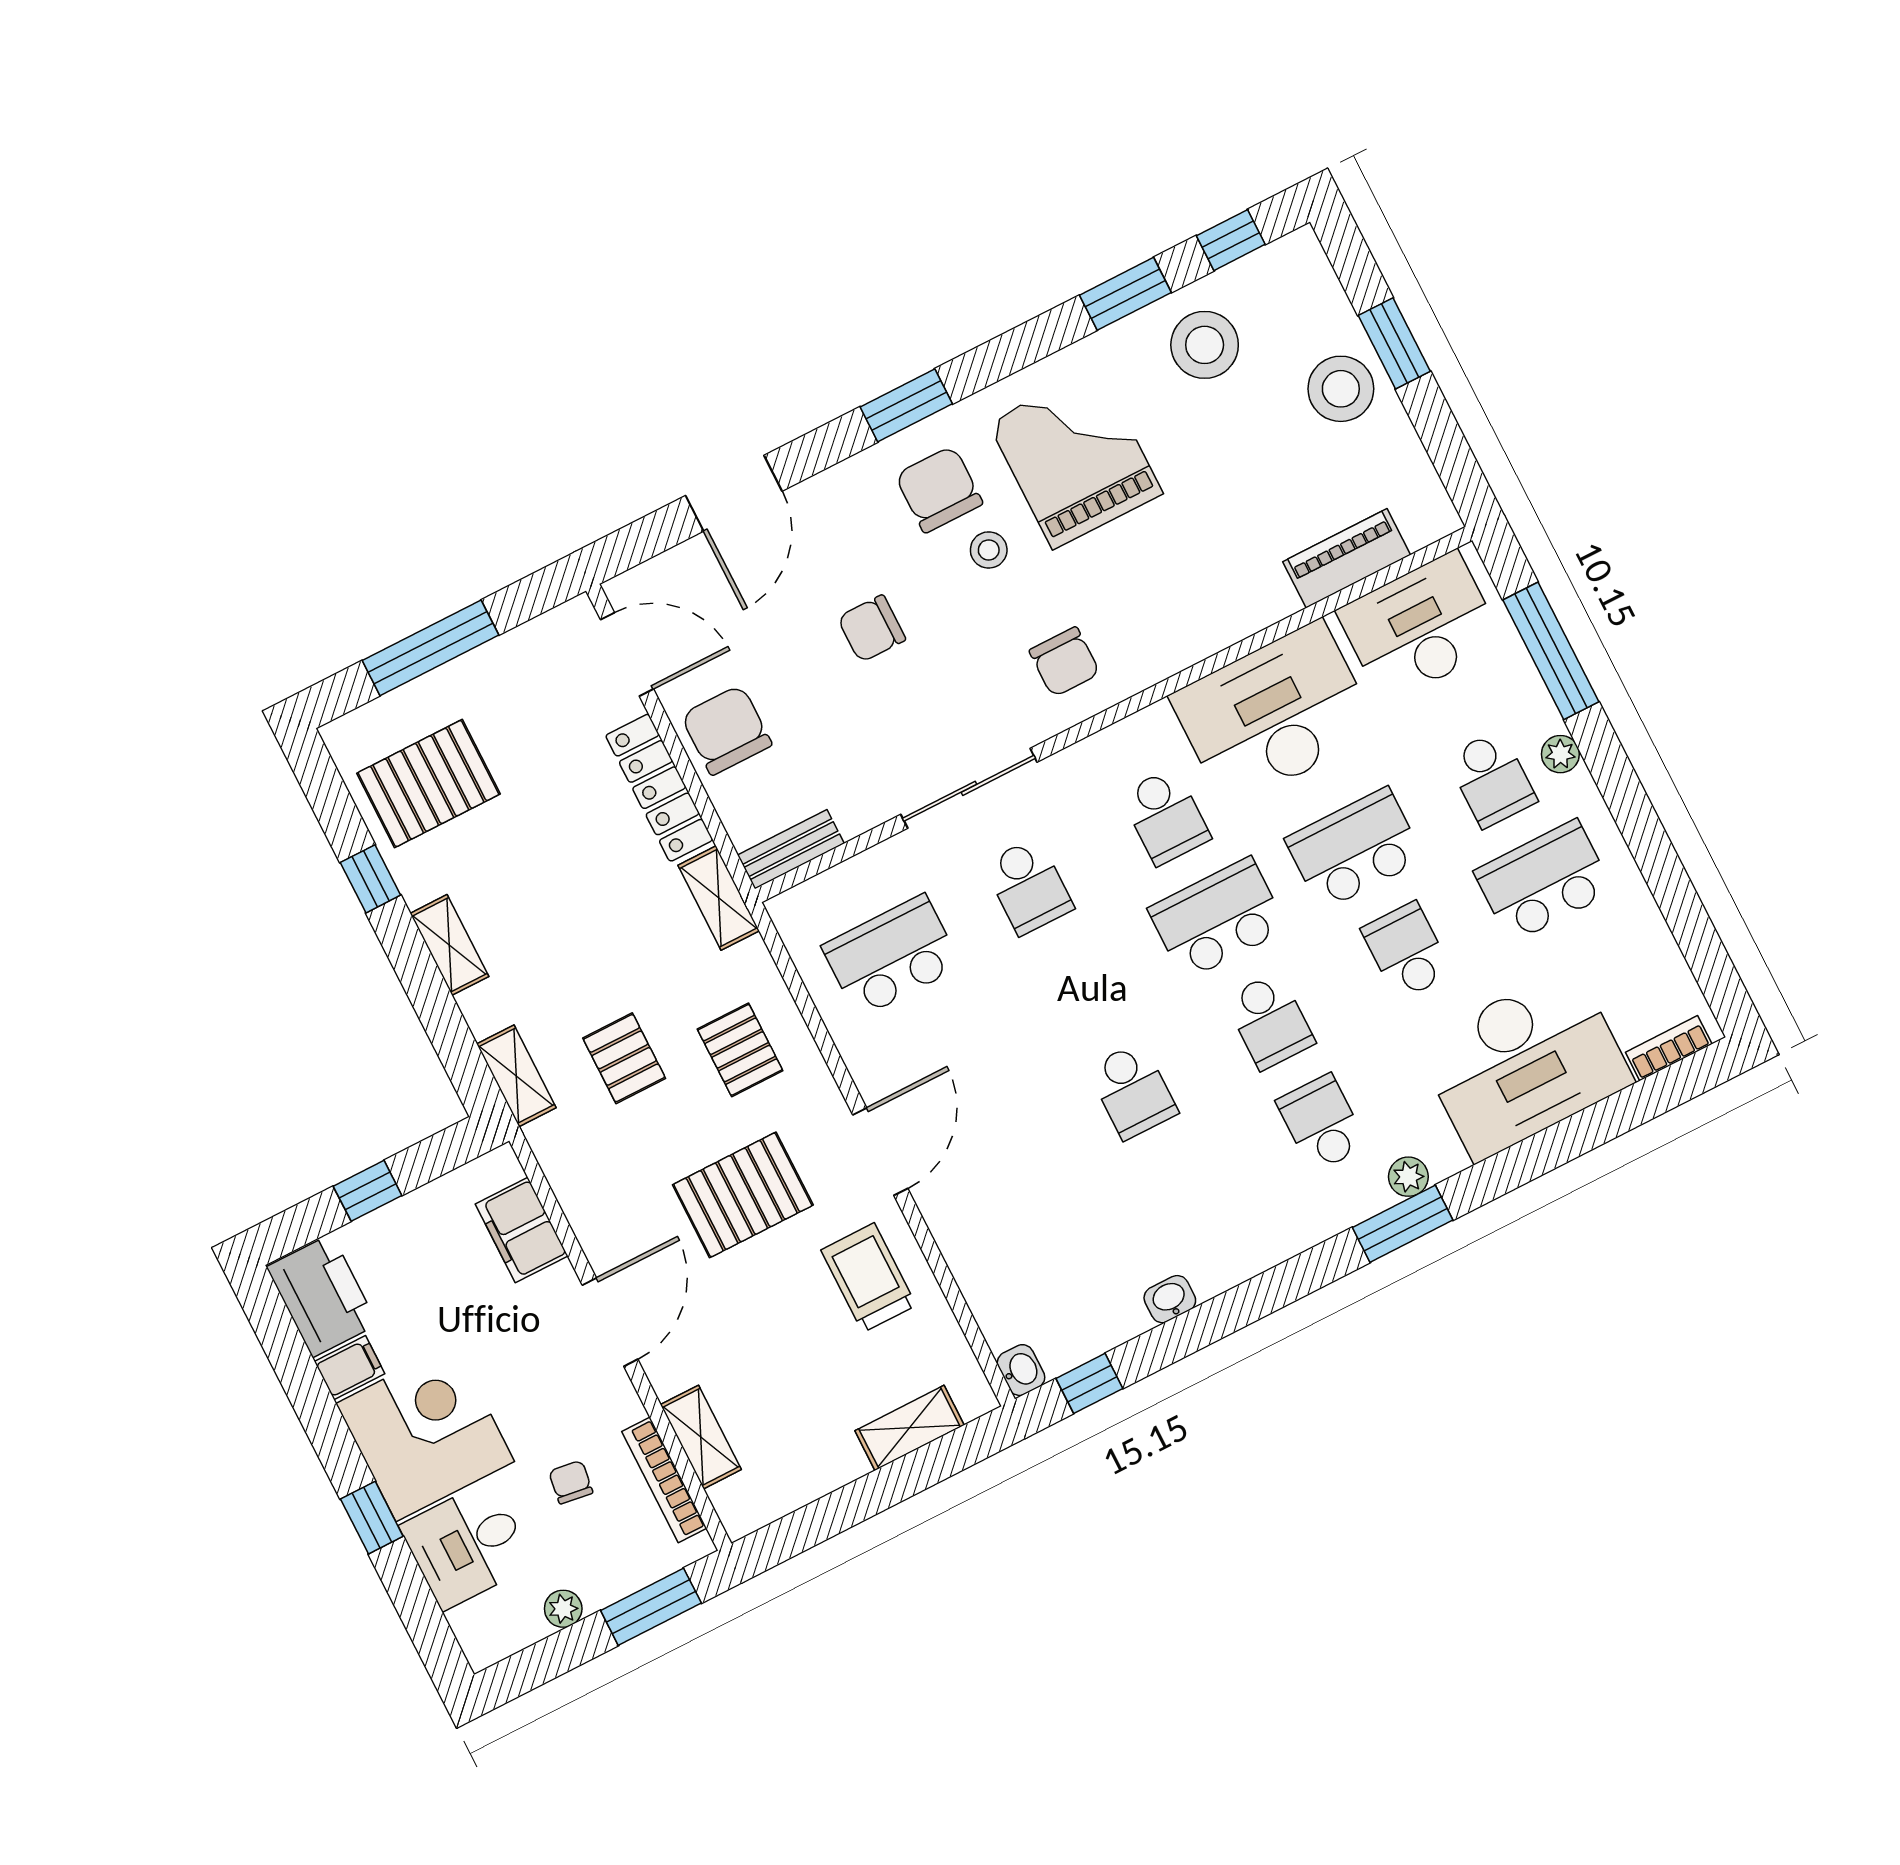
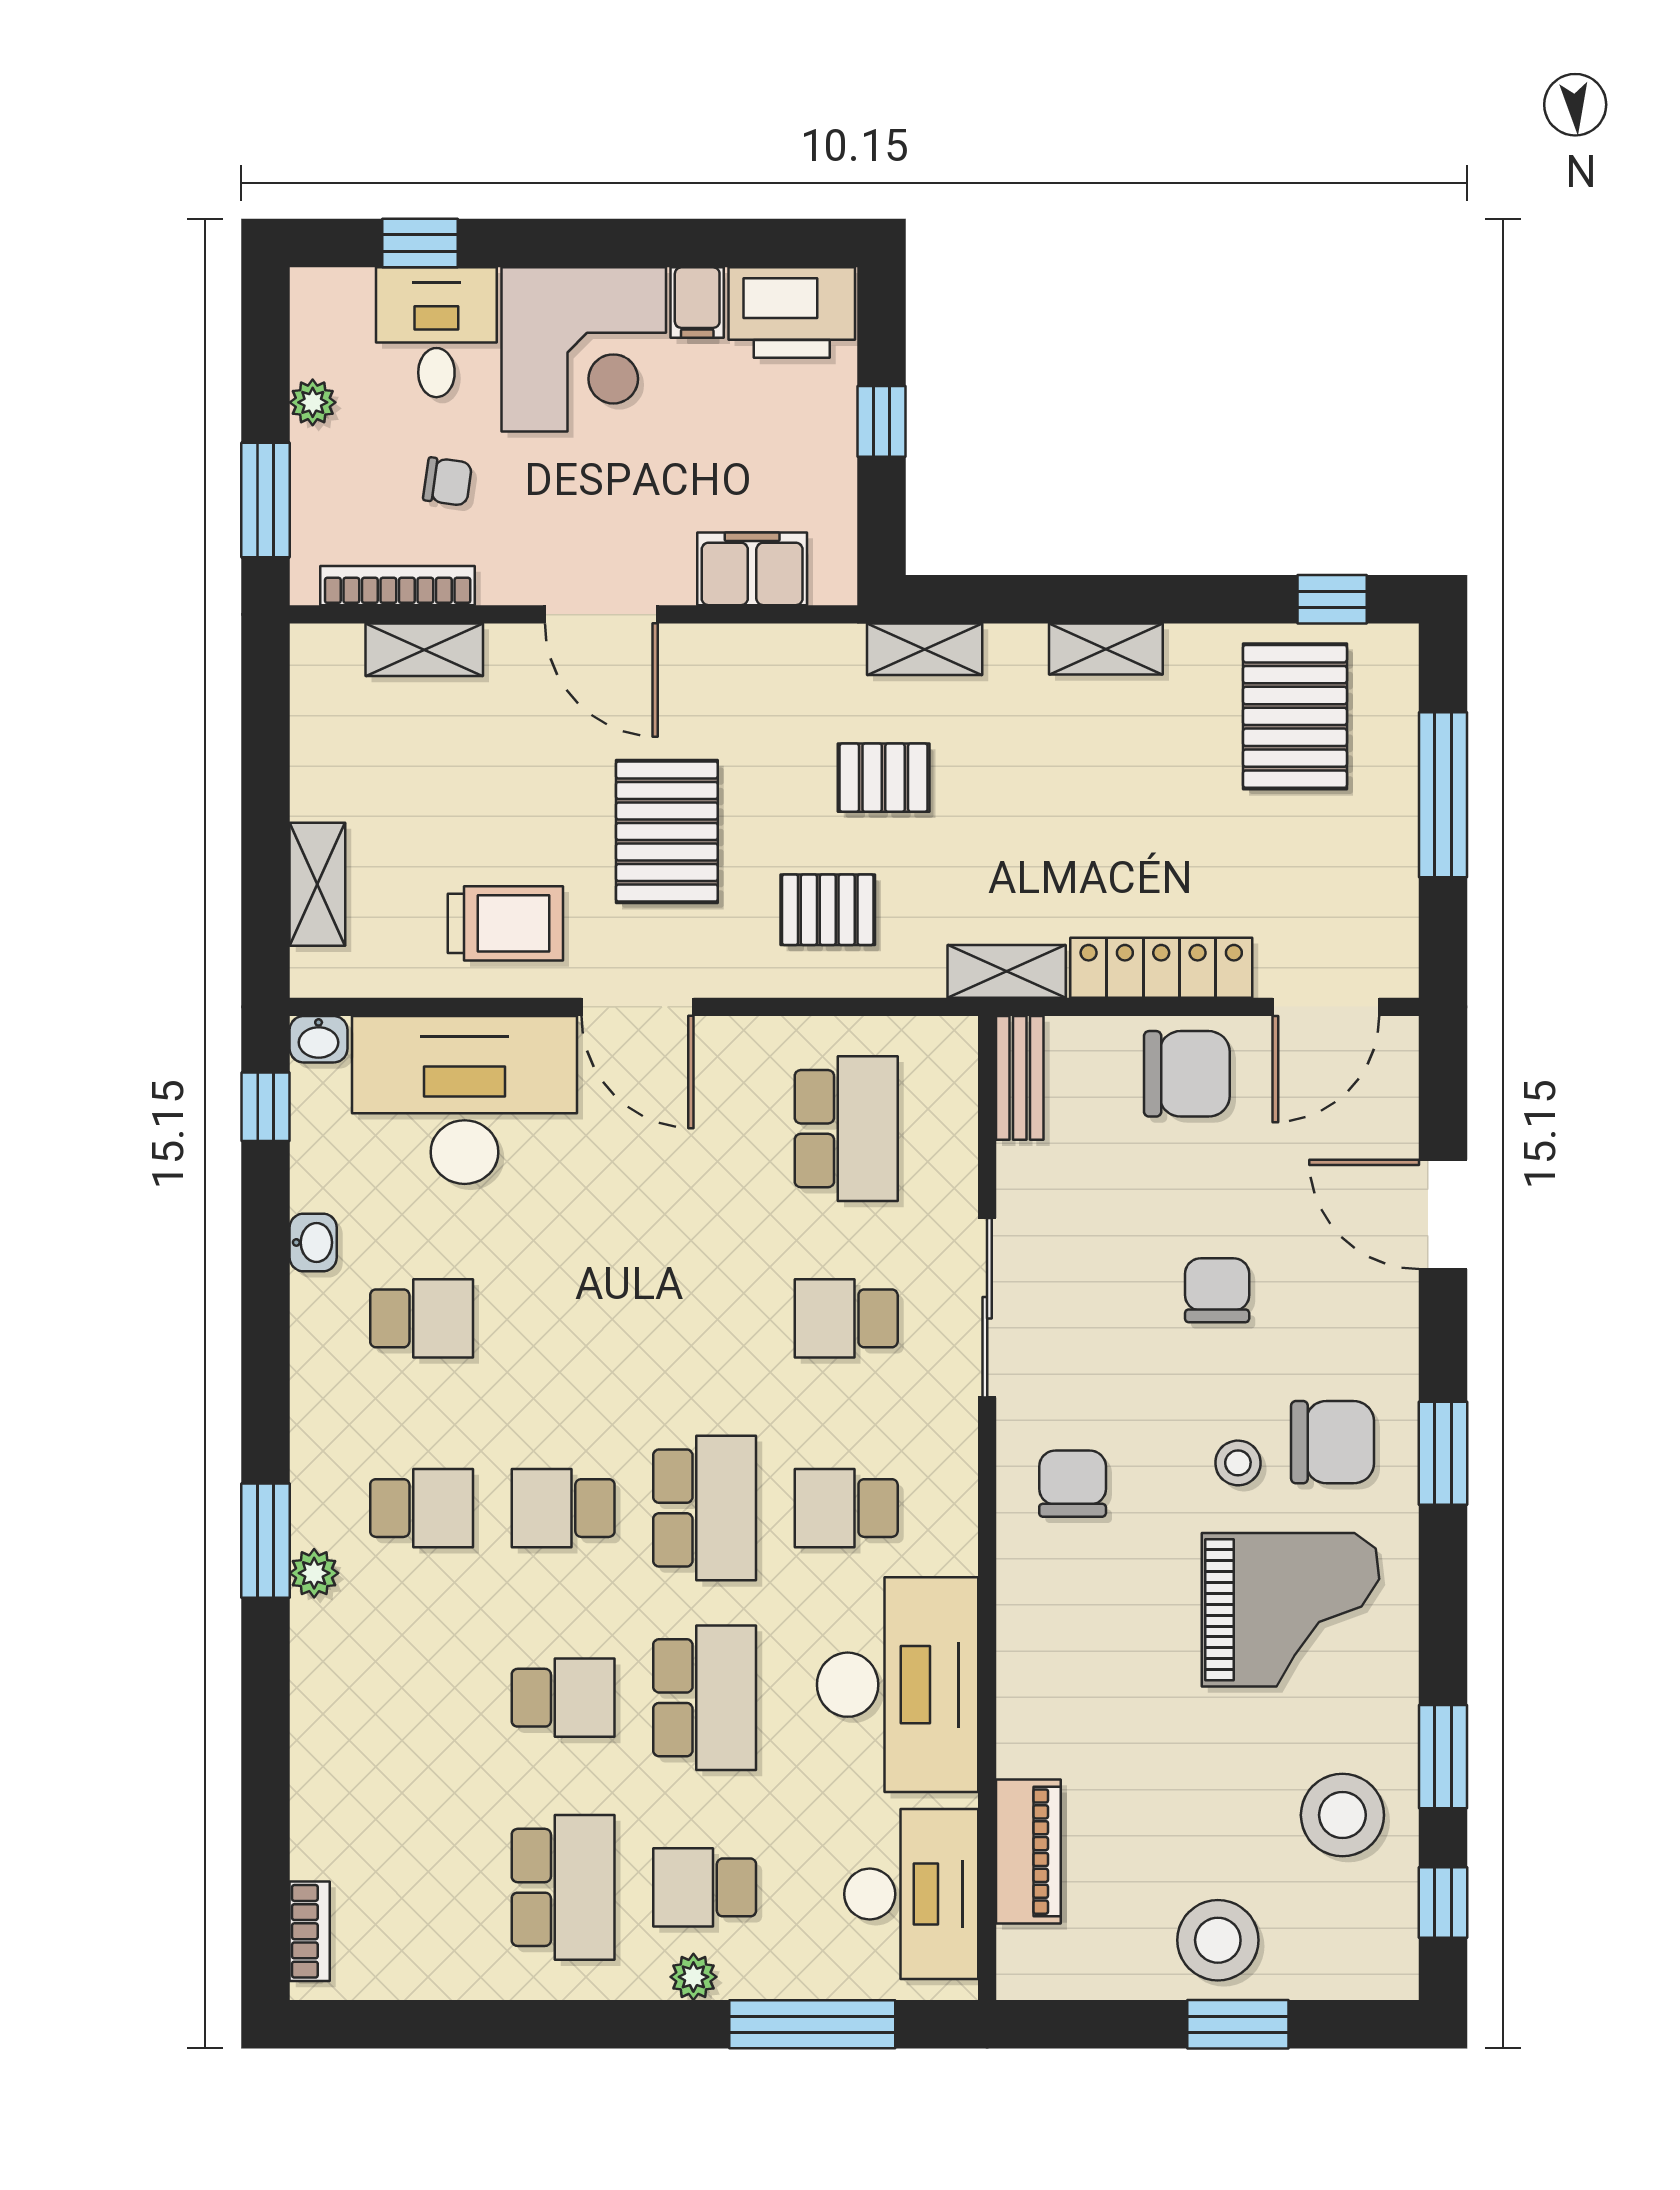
chair: (1065, 662) -> (1073, 1484), turned 90
window: (370, 879) -> (1332, 599), moved
desk: (1524, 1063) -> (465, 1100), moved, turned 90
school desk: (1133, 1091) -> (422, 1318), moved, turned 180
window: (372, 1518) -> (420, 243), moved

